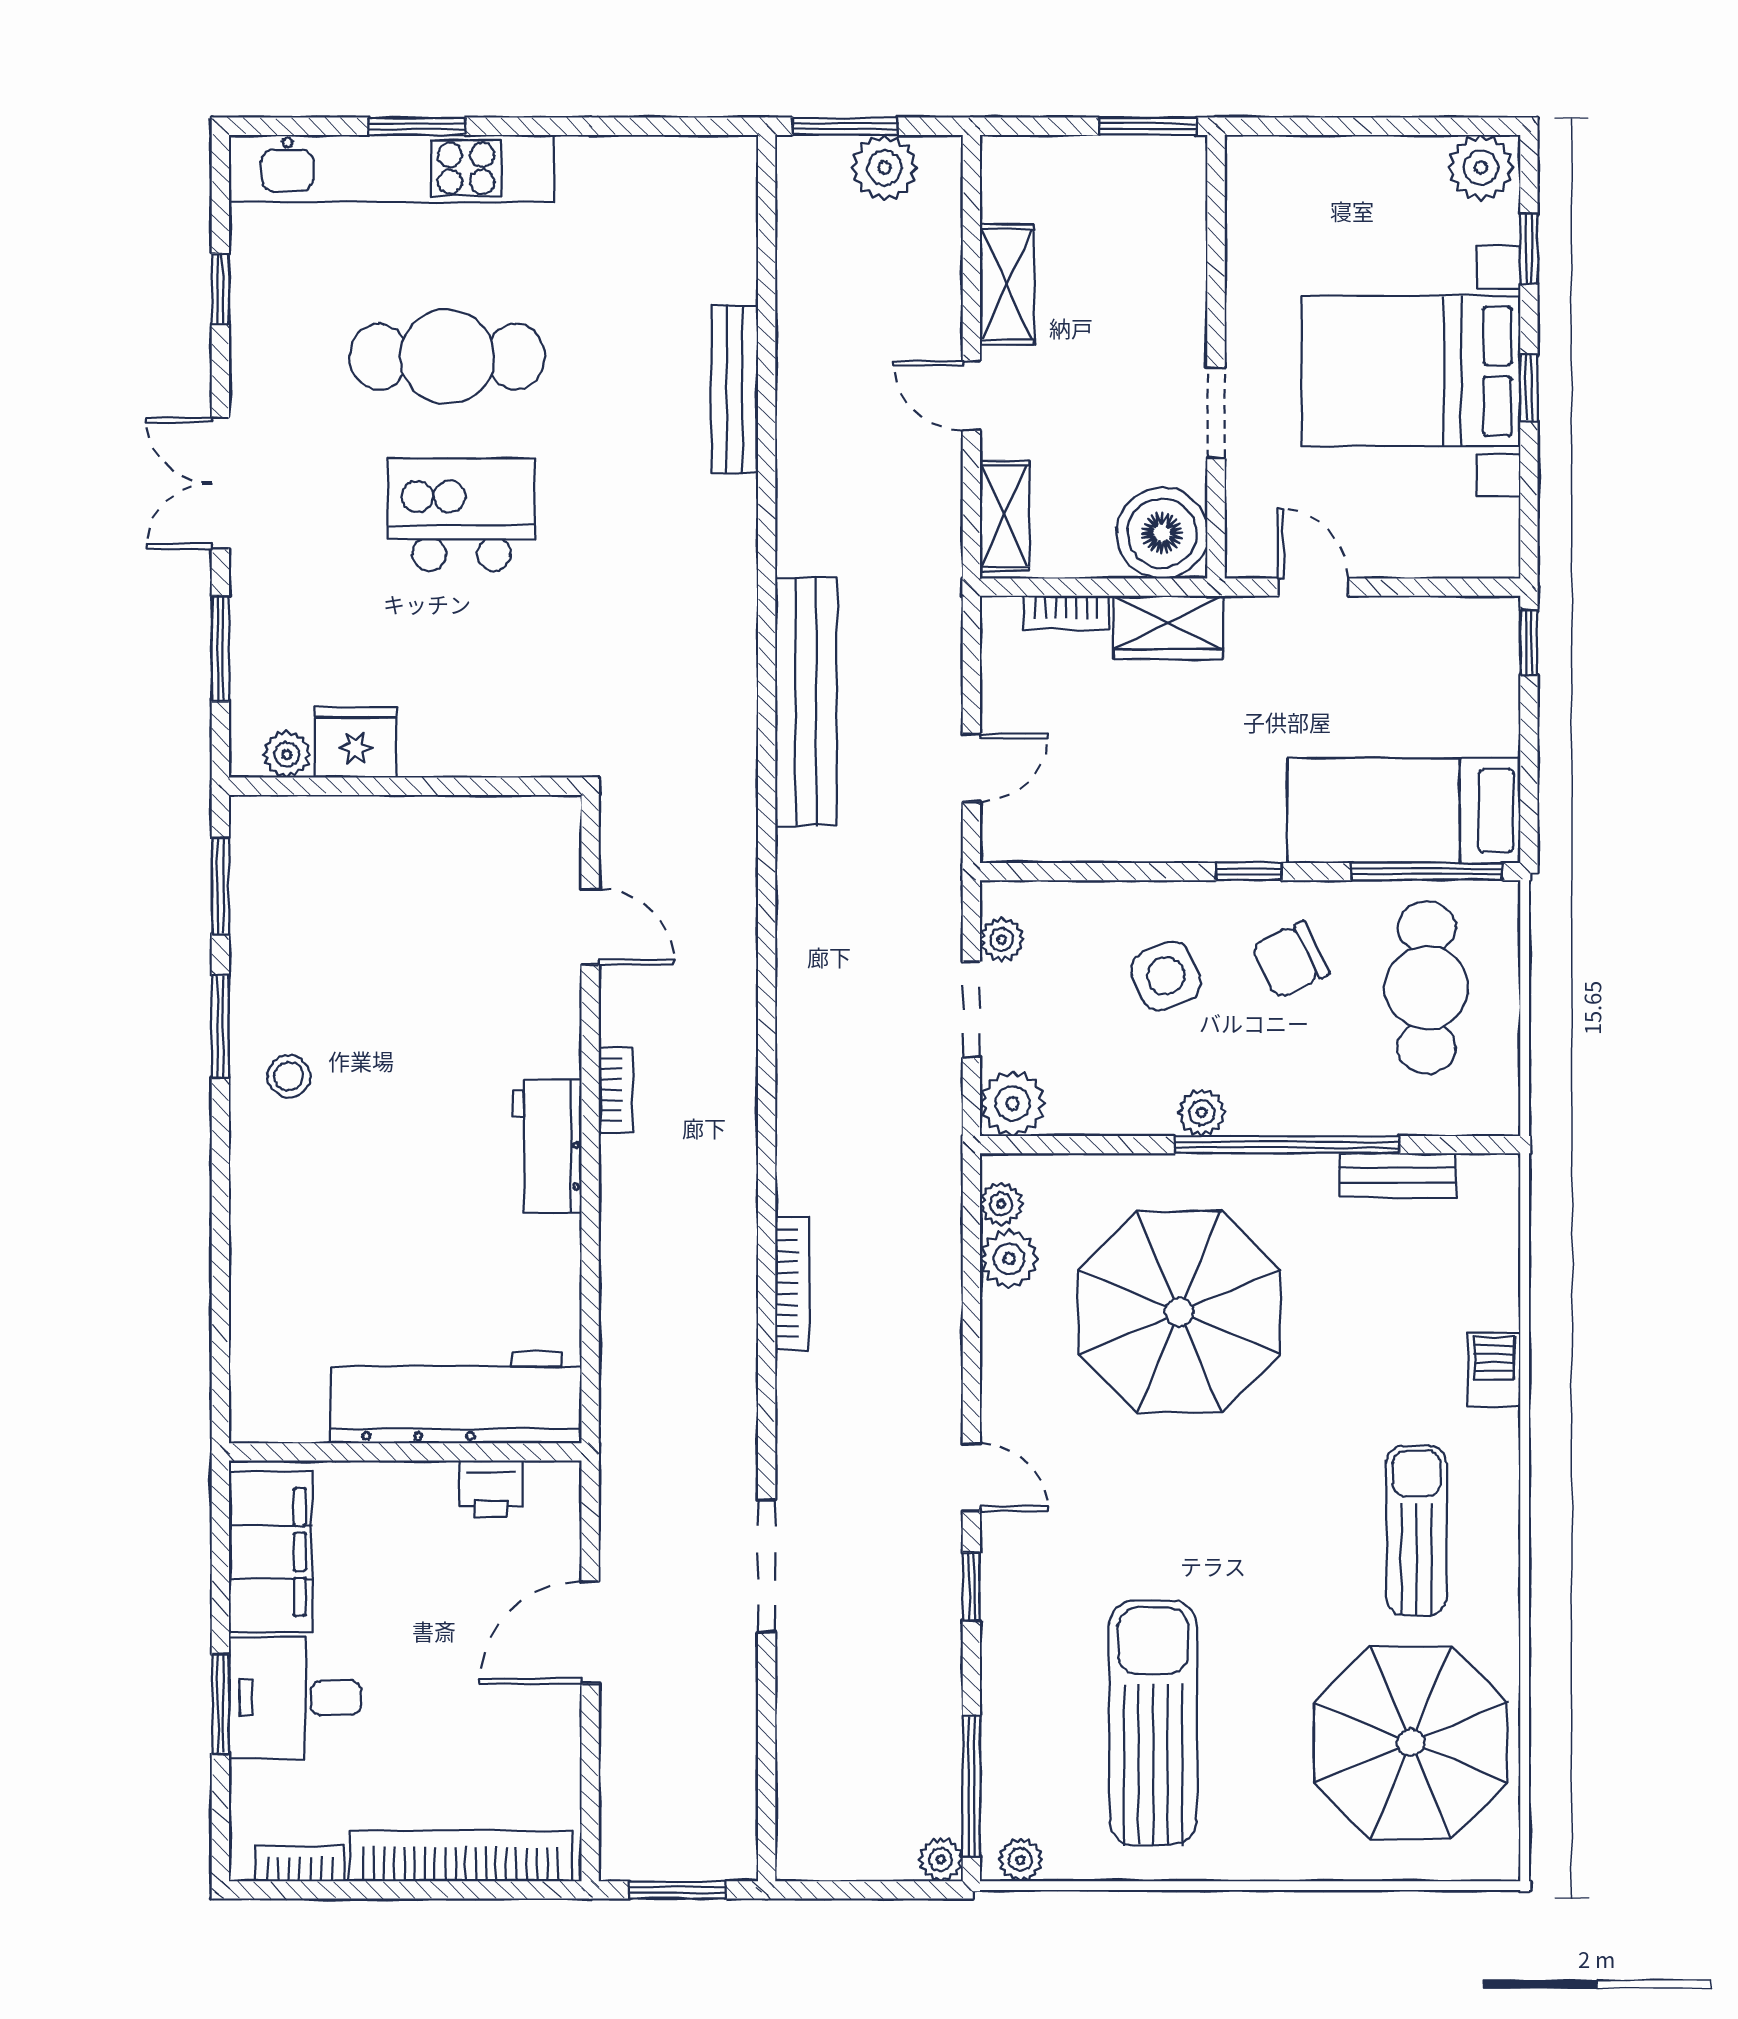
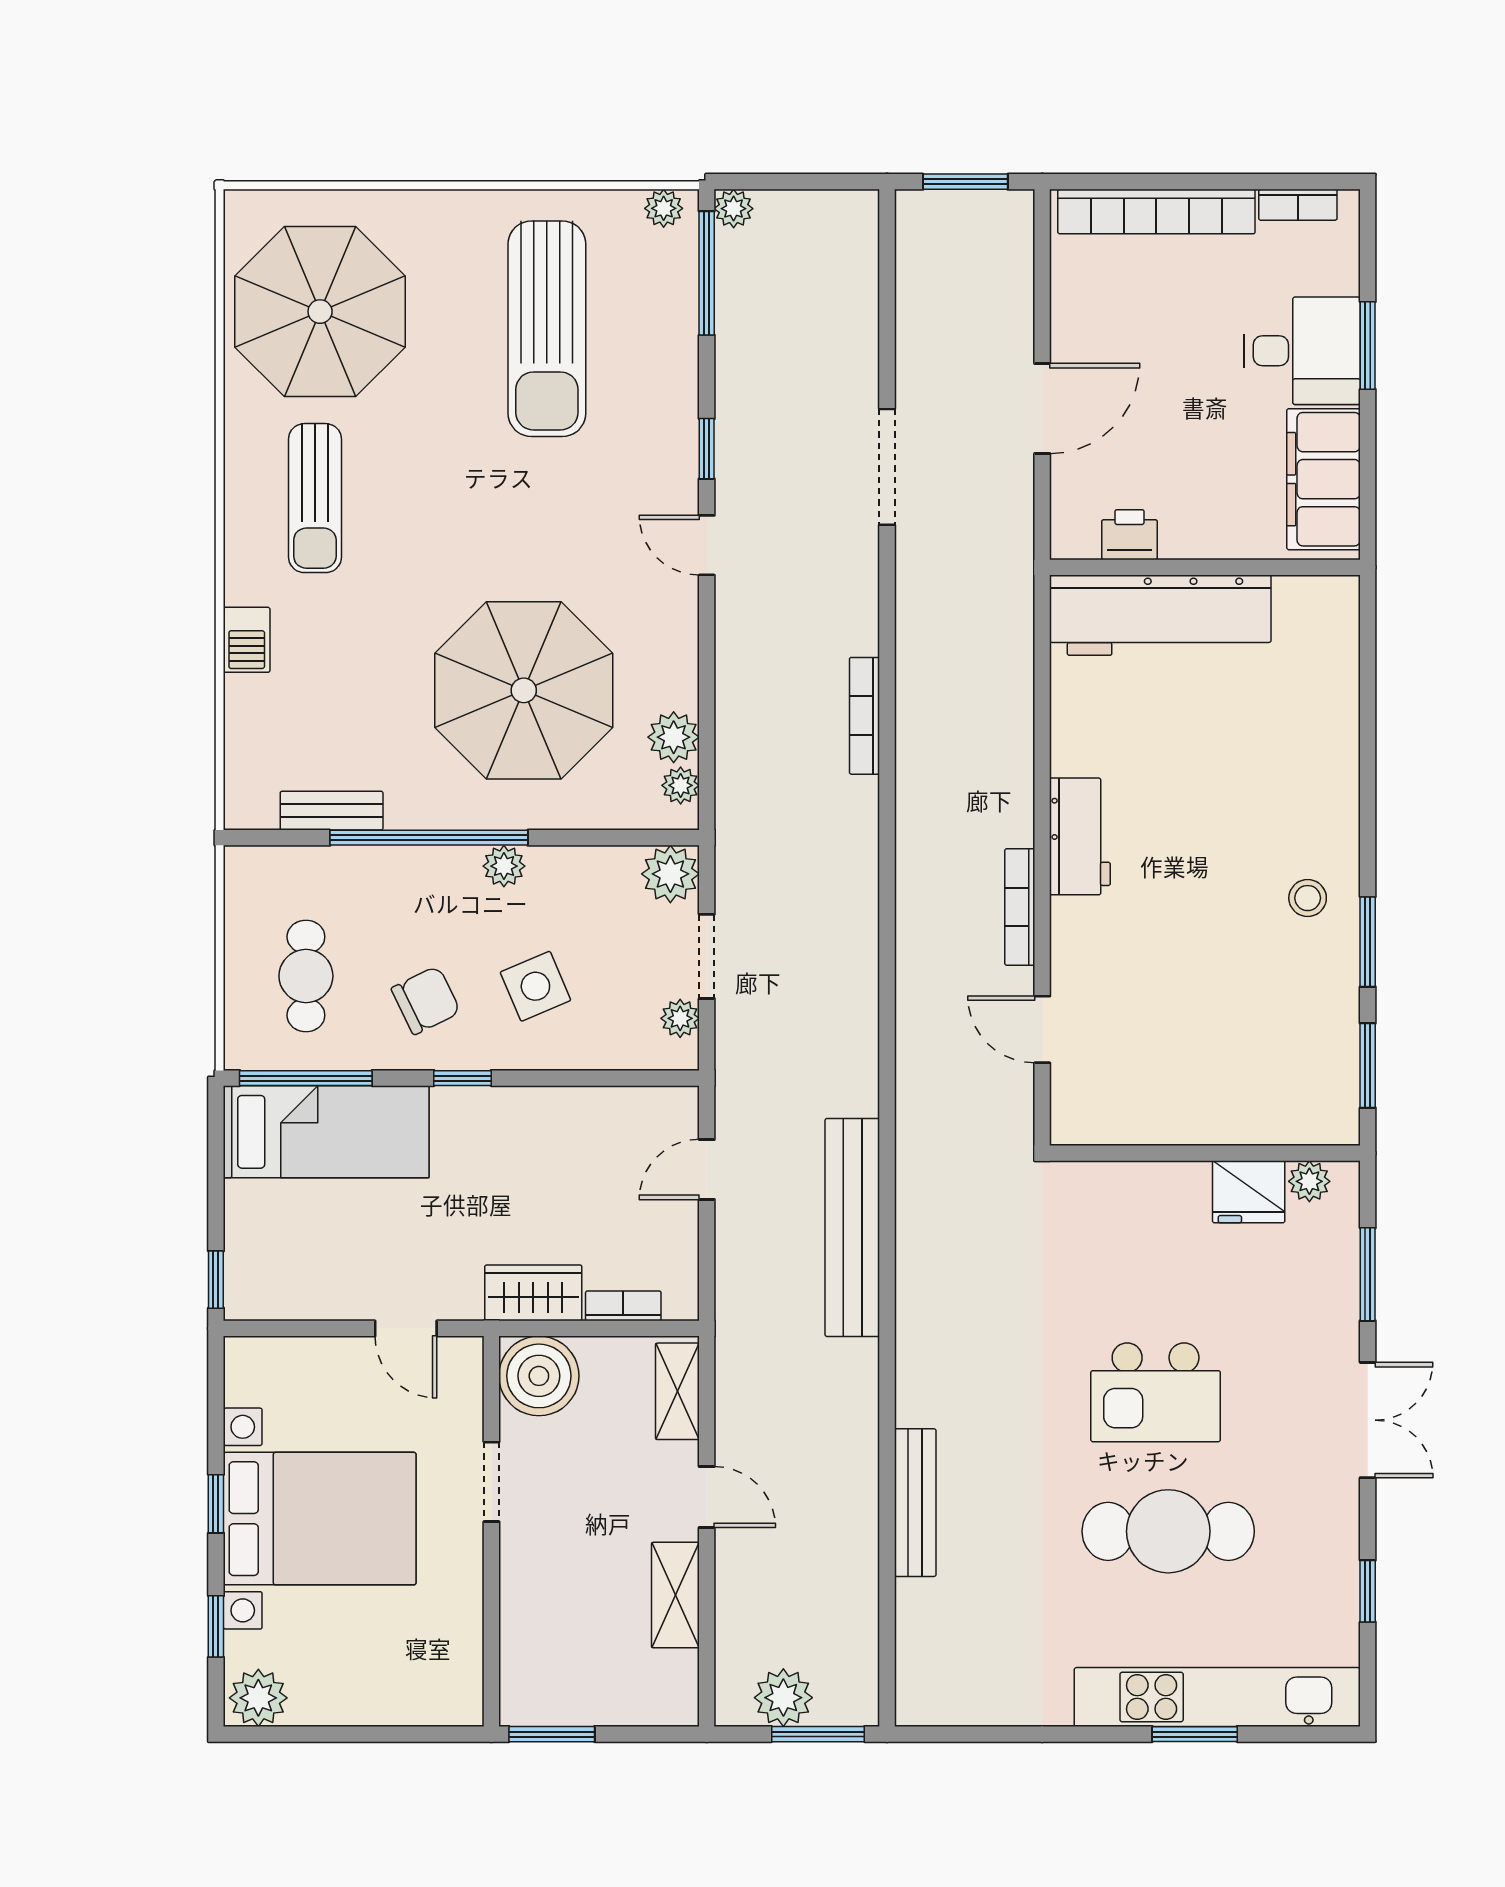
cafe table: (1427, 988) -> (306, 976), width x0.73, depth x0.74
bookcase: (616, 1090) -> (1020, 907), width x1.56

